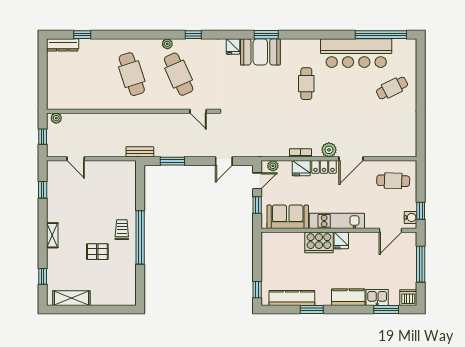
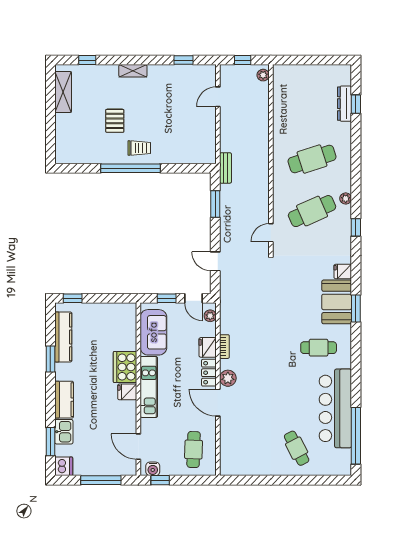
dresser: (63, 45) -> (344, 104), moved
cafe table: (306, 84) -> (319, 348), moved

